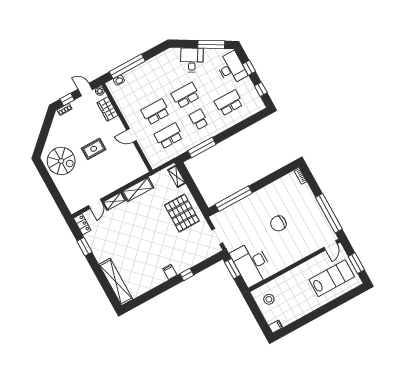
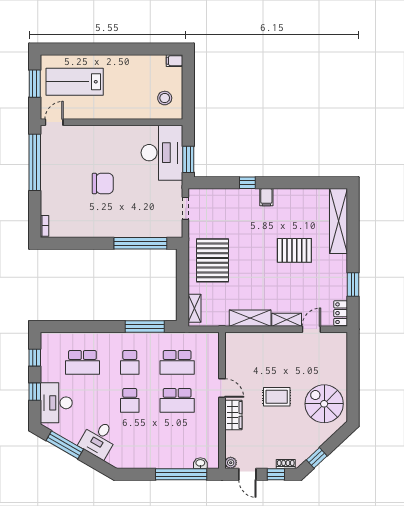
school desk: (186, 95) -> (130, 400), width x0.54
wardrobe: (108, 109) -> (233, 415), moved
window: (47, 124) -> (317, 458), added
pallet: (134, 248) -> (294, 250), added

